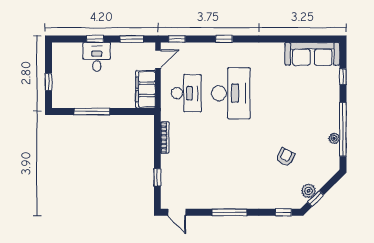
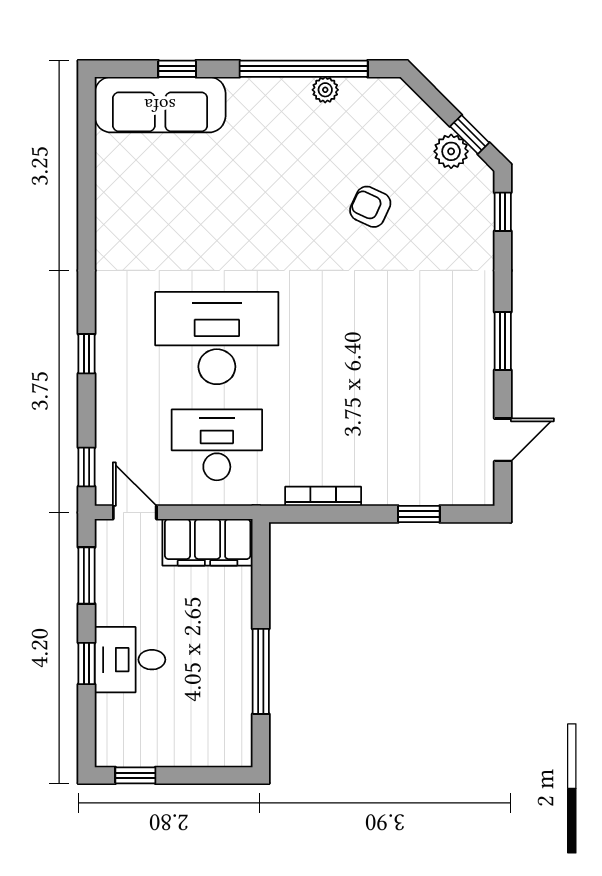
sofa: (312, 54) -> (160, 105), moved, turned 90
window: (48, 82) -> (135, 775), moved
door: (177, 212) -> (503, 440), moved
window: (229, 212) -> (503, 341), width x0.69

